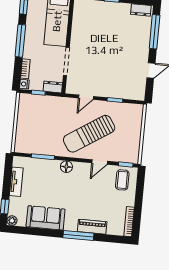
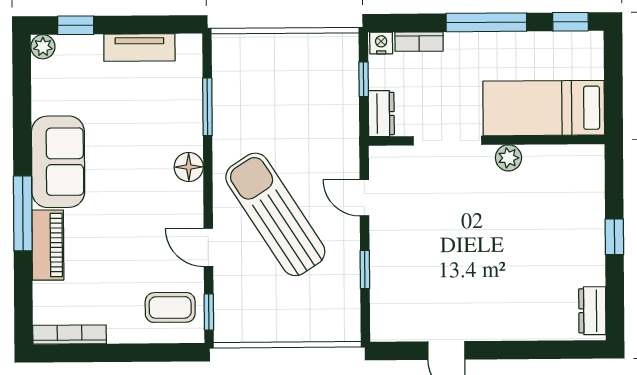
window: (155, 32) -> (542, 350), removed
plant: (76, 37) -> (508, 158), added
sofa: (46, 218) -> (58, 162), moved

